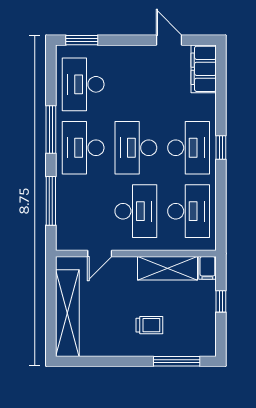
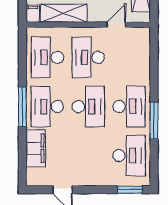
filing cabinet: (204, 69) -> (36, 148), moved
window: (221, 147) -> (22, 107), width x2.17
window: (51, 201) -> (154, 65), removed

